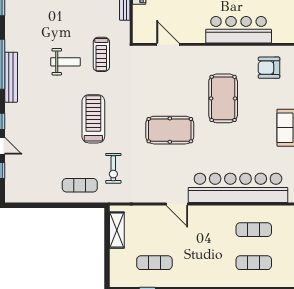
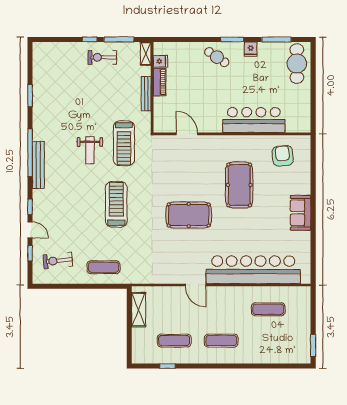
treadmill: (101, 54) -> (124, 143), width x1.37, depth x1.38
weight bench: (65, 62) -> (90, 150), turned 90
armchair: (269, 68) -> (283, 156), turned 84
exercise bike: (113, 168) -> (58, 261), moved, turned 84
exercise mat: (254, 263) -> (221, 341), moved

